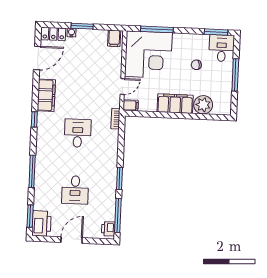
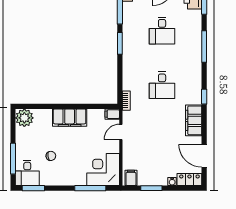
window: (82, 26) -> (151, 188), moved
corner desk: (148, 55) -> (103, 170), width x0.74, depth x0.74
door: (37, 58) -> (204, 156), hinge flipped
window: (235, 75) -> (13, 159), moved
plant: (203, 105) -> (24, 118), moved
desk: (75, 190) -> (162, 31), turned 180

